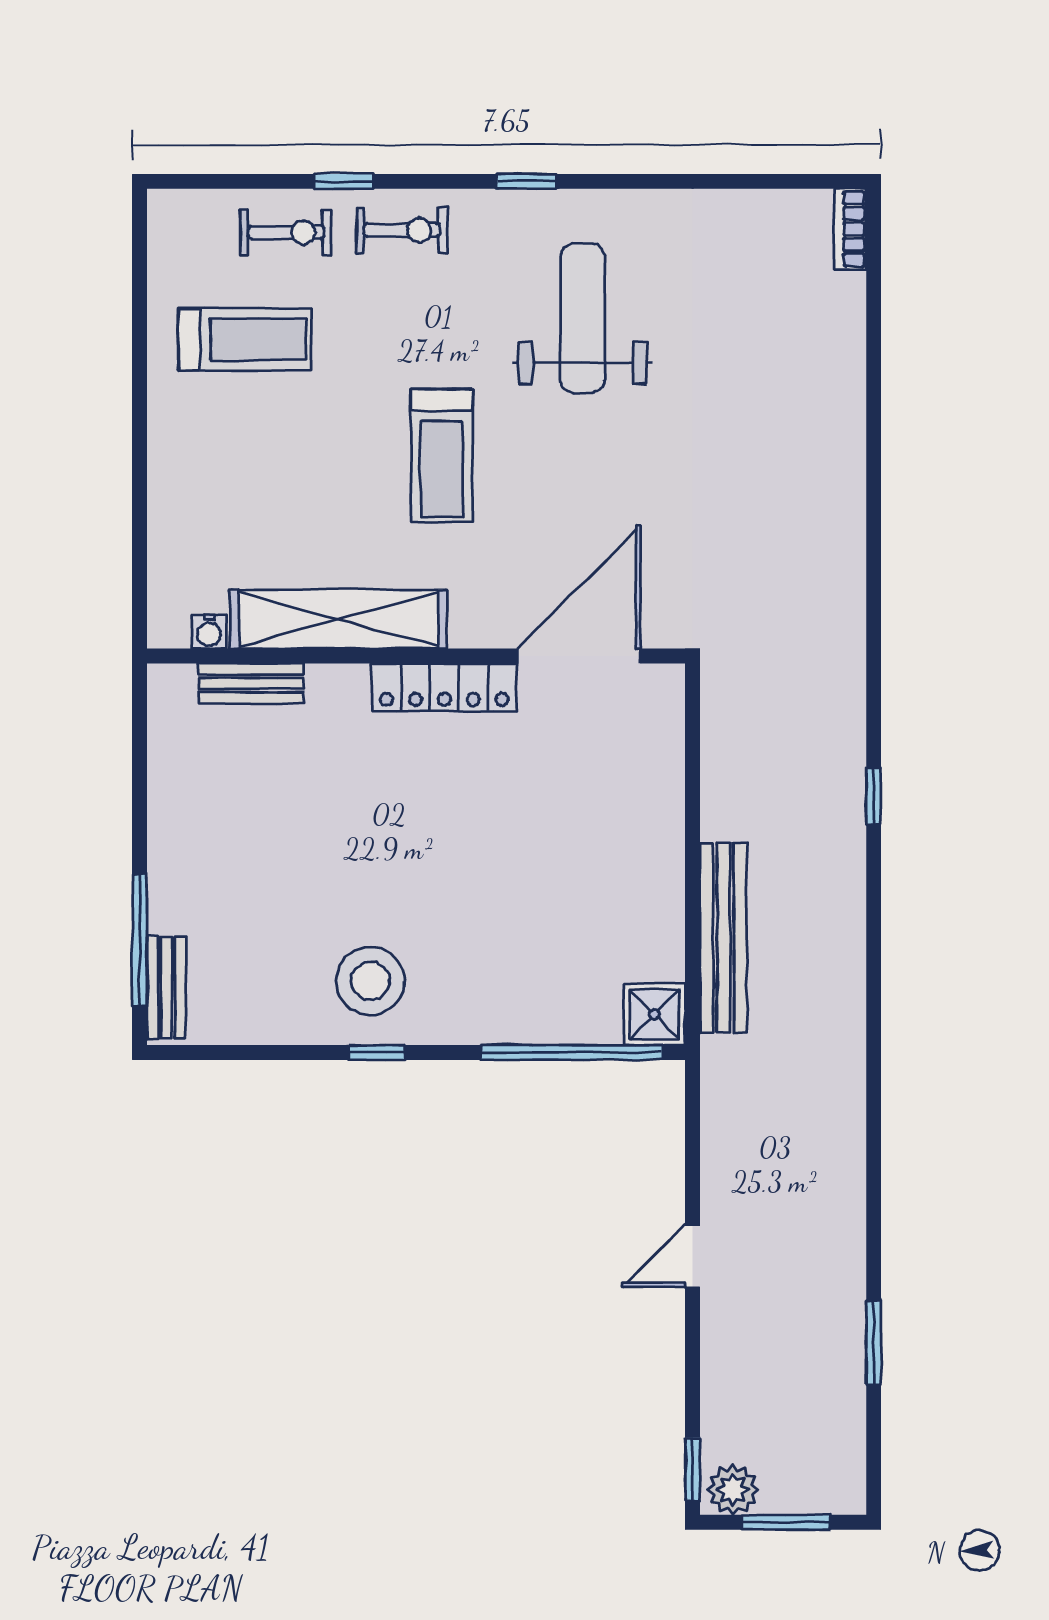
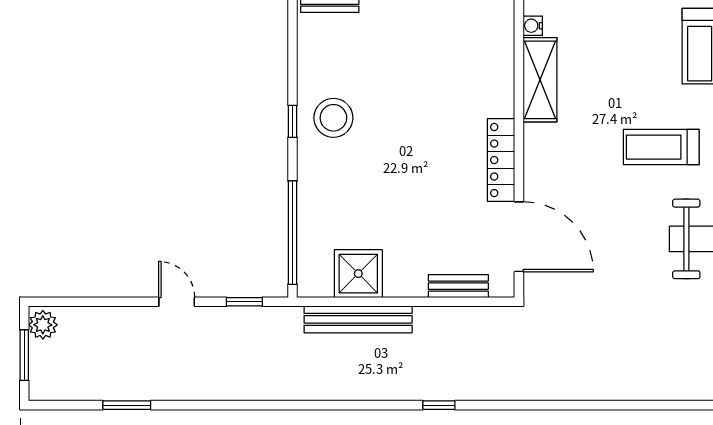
treadmill: (442, 456) -> (661, 147), moved
shelving: (338, 619) -> (540, 80), width x0.68
bench: (251, 683) -> (458, 286), moved, turned 90
shower: (654, 1014) -> (358, 274), moved, width x1.36, depth x1.36
window: (693, 1469) -> (244, 302), moved

